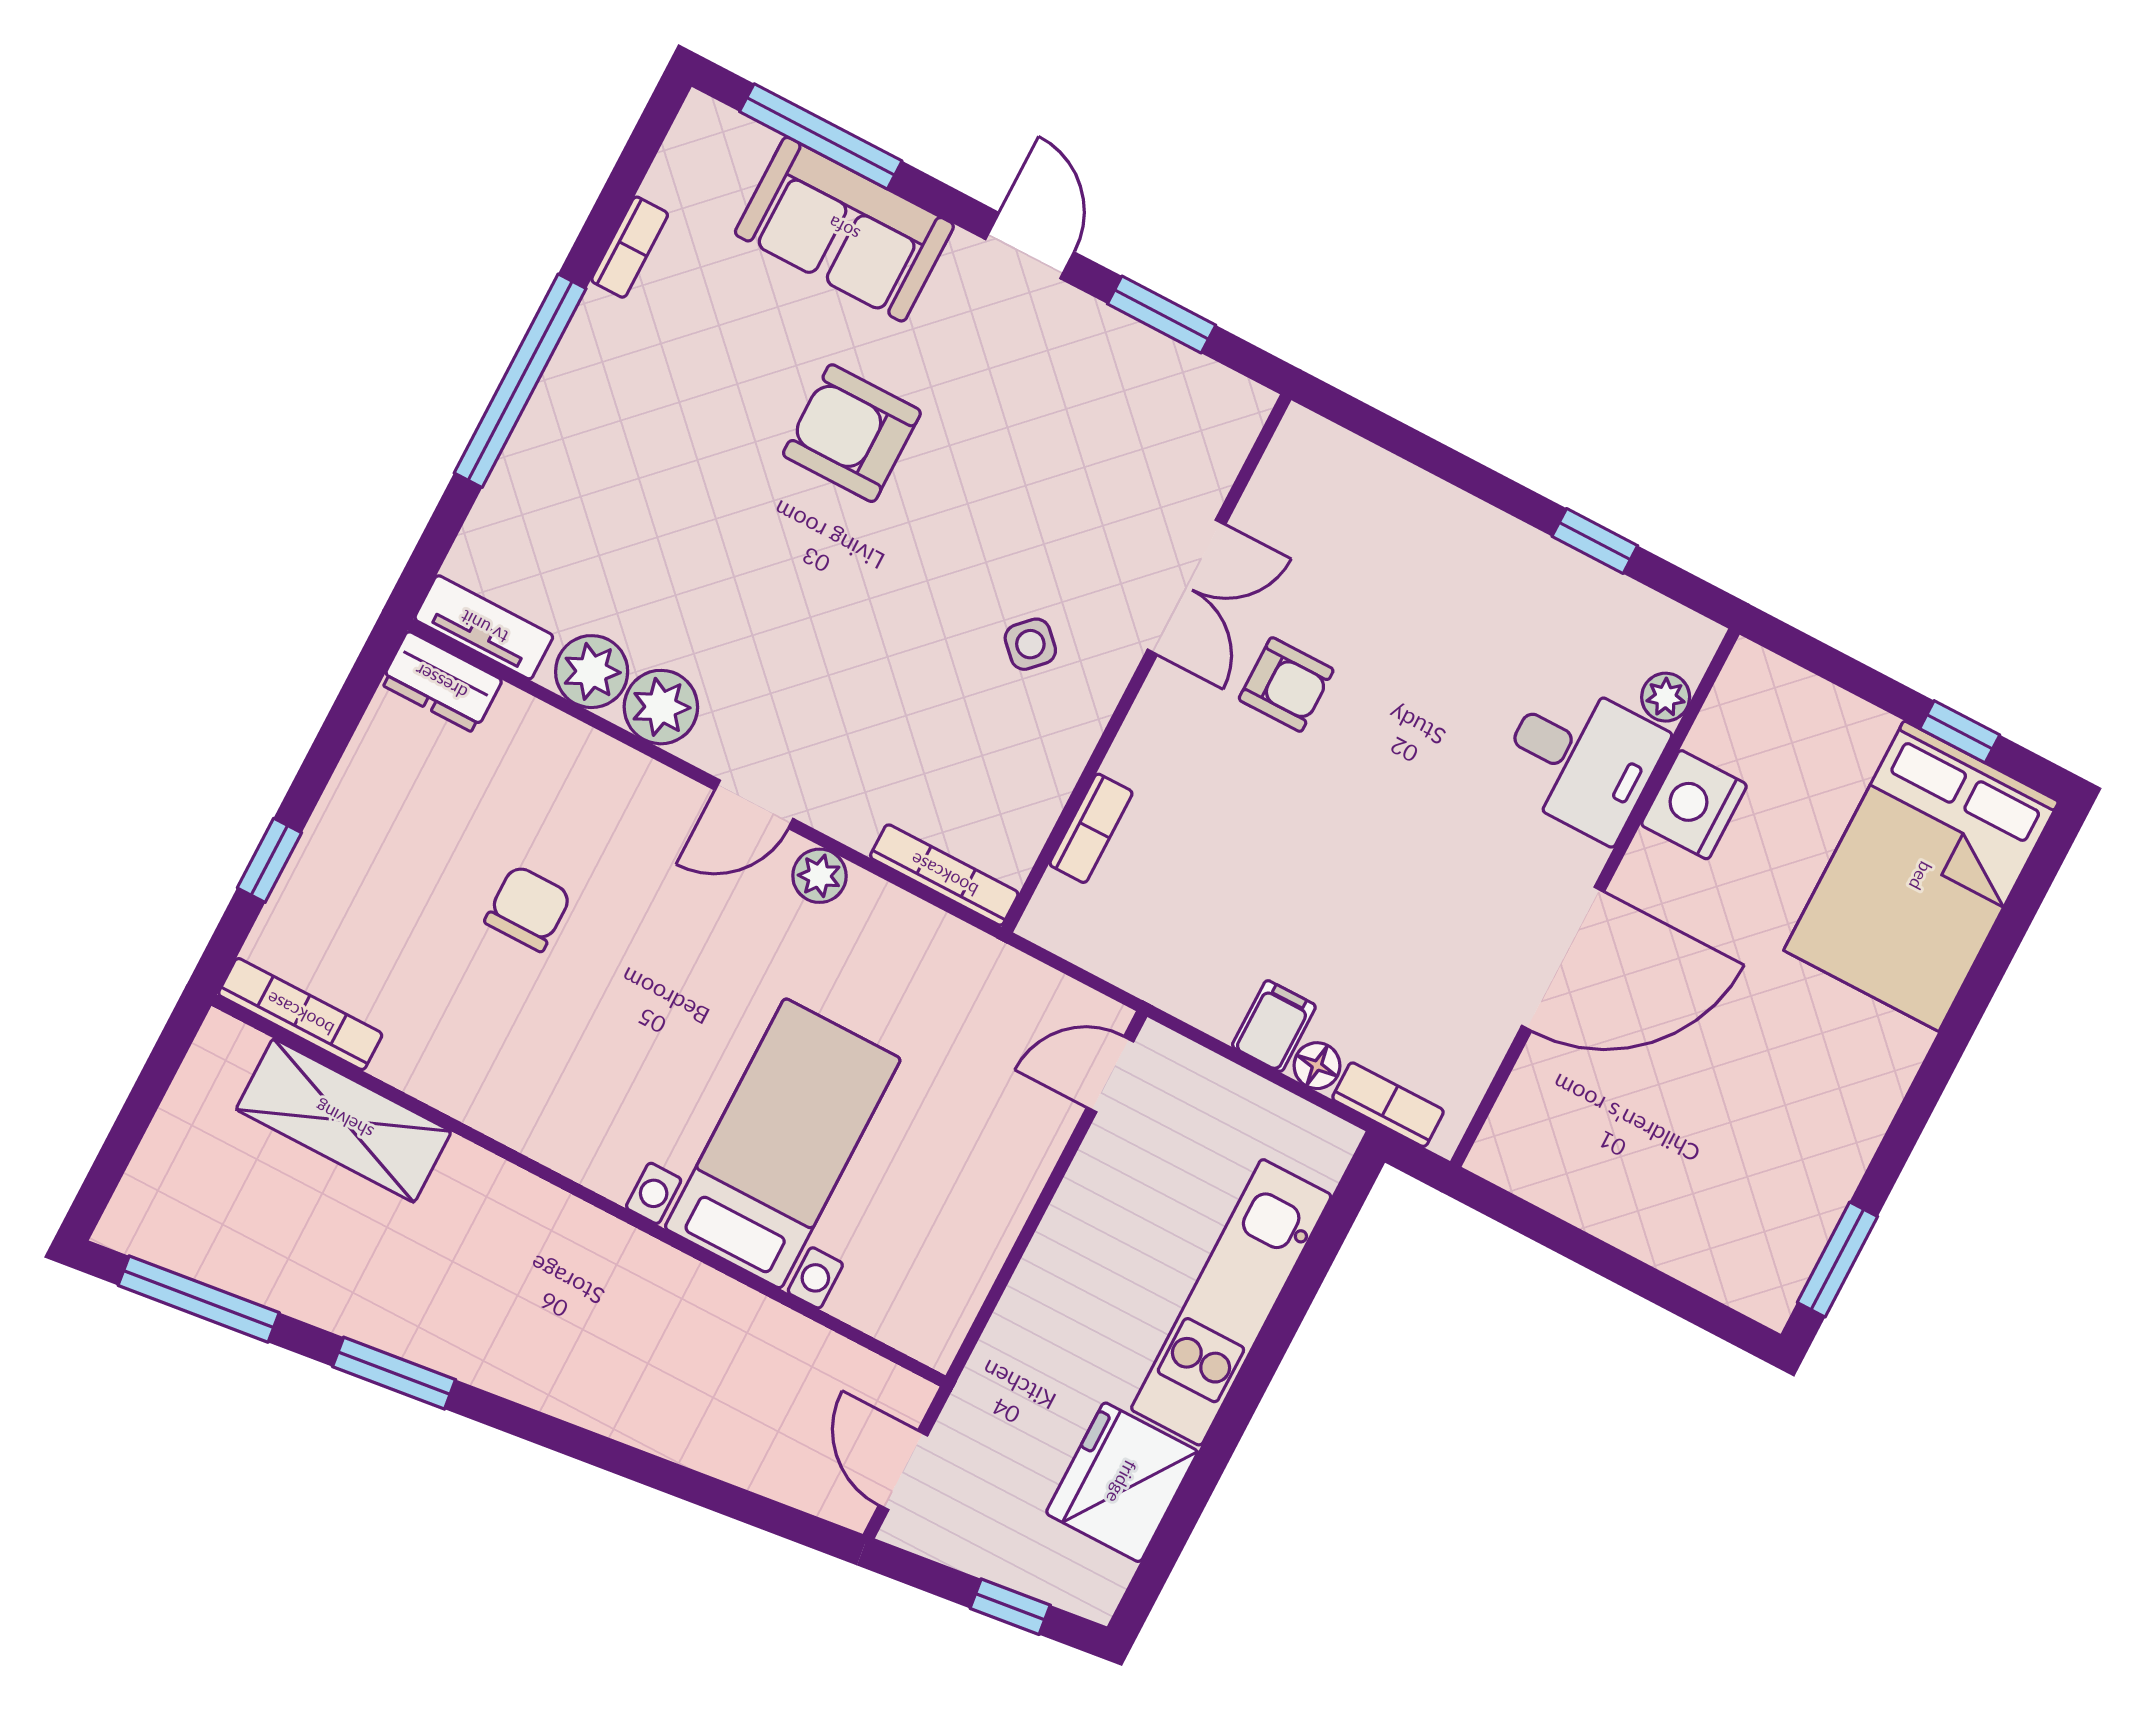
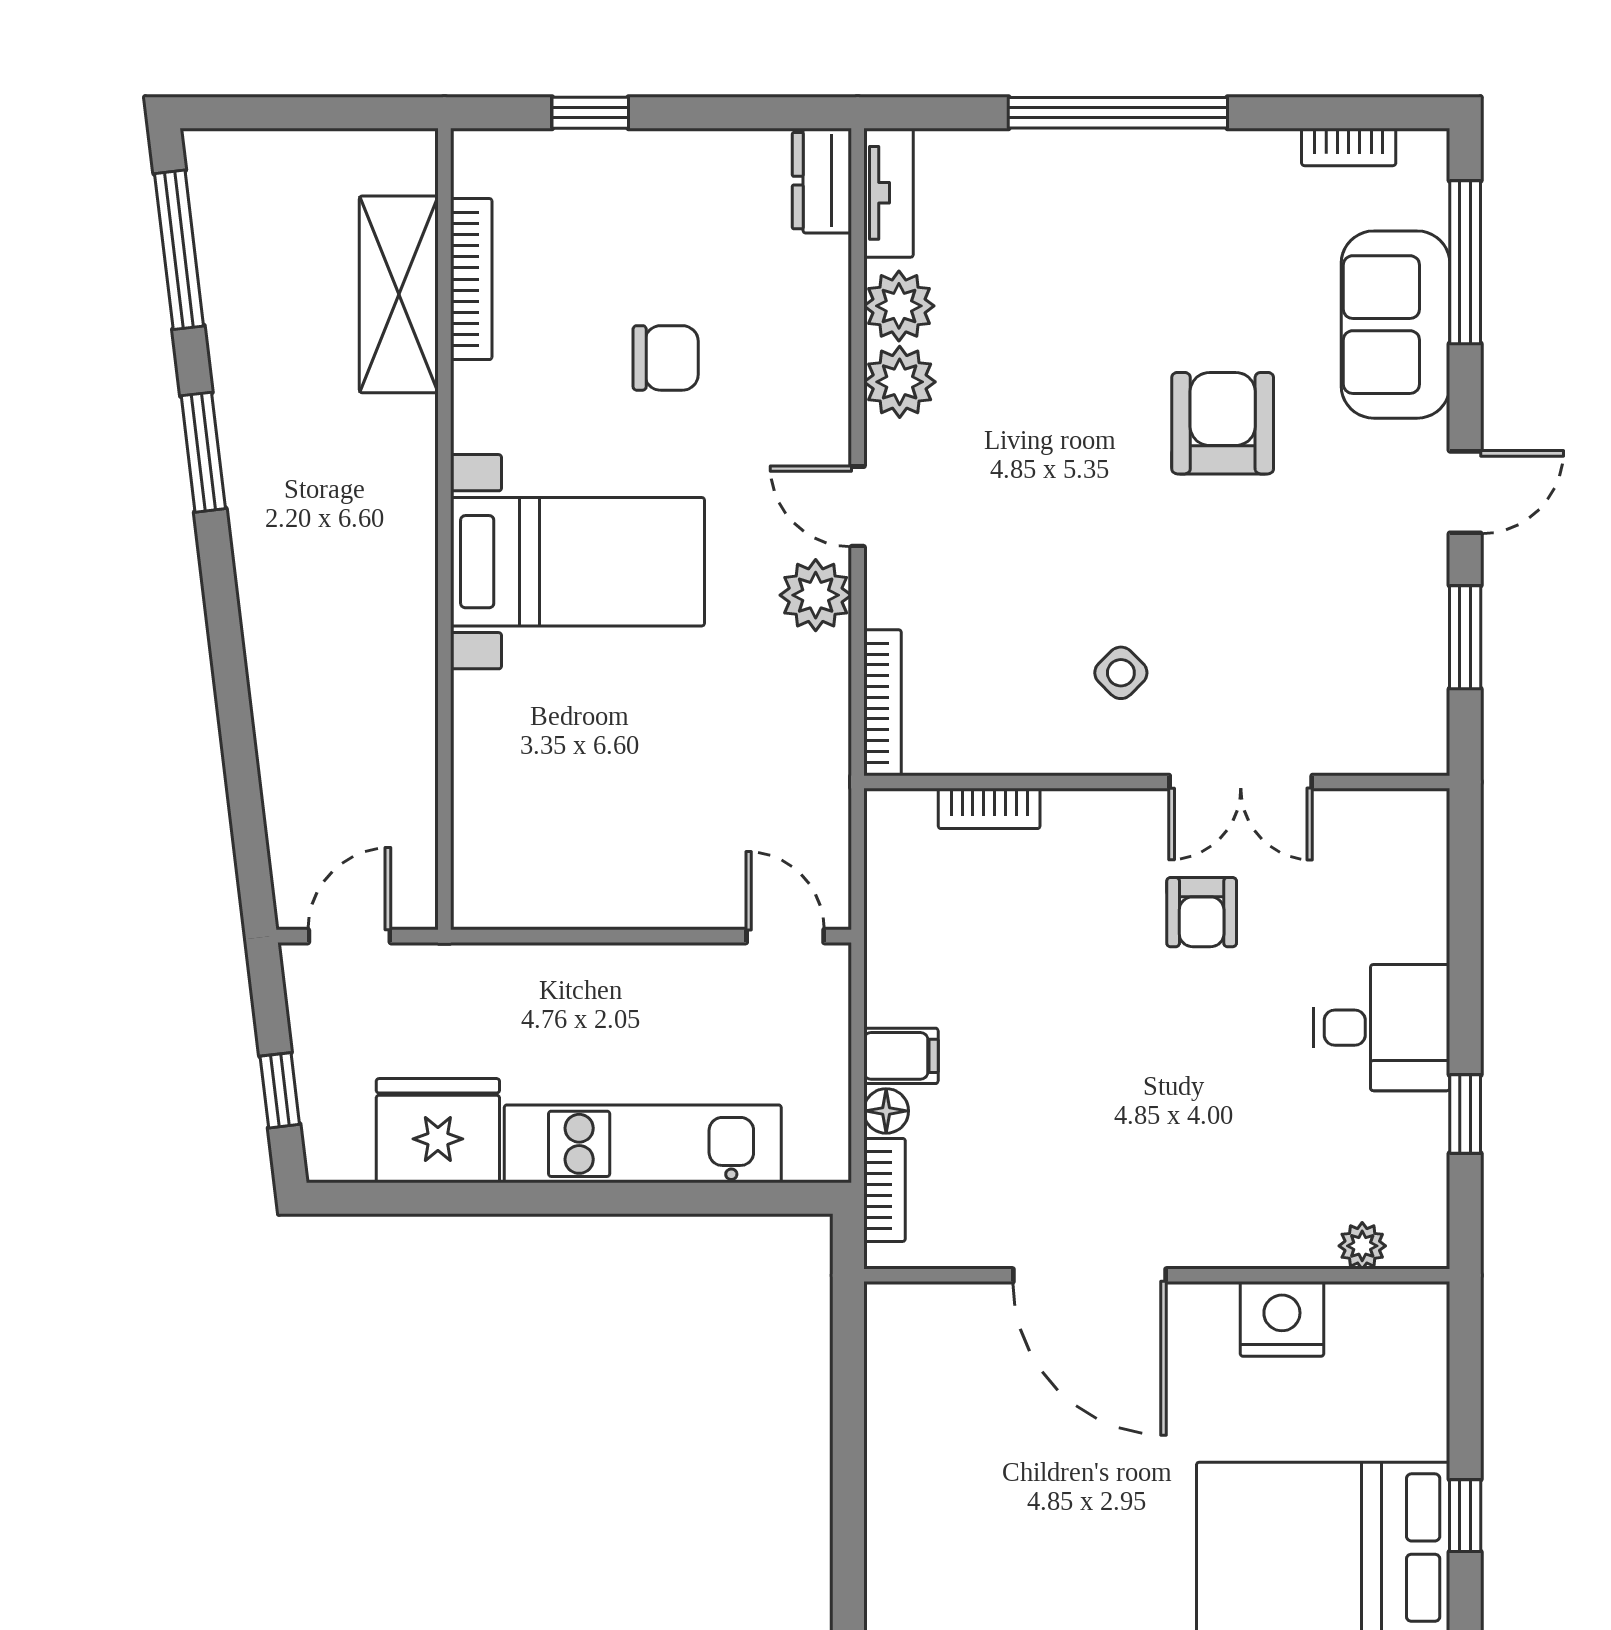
bookcase: (630, 247) -> (1349, 147), moved
desk: (1581, 759) -> (1382, 1028), moved, turned -90
plant: (819, 876) -> (816, 595), width x1.38, depth x1.38
bookcase: (300, 1014) -> (471, 279), moved
bed with nightstands: (783, 1143) -> (577, 562), moved

